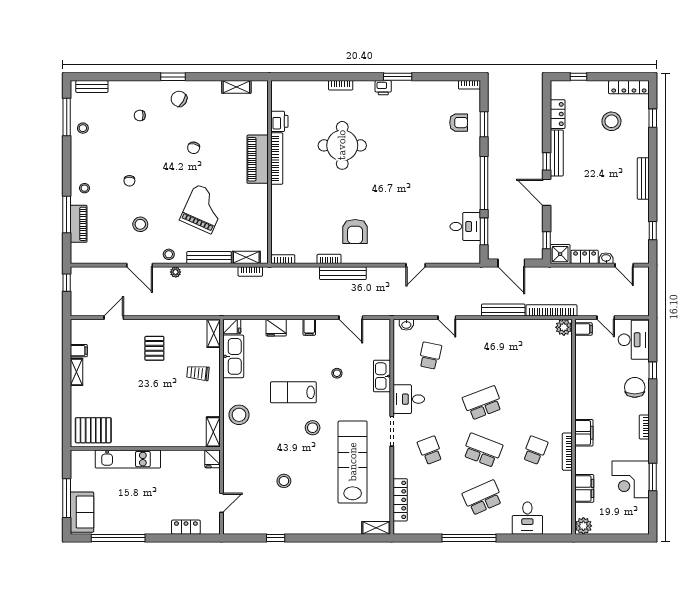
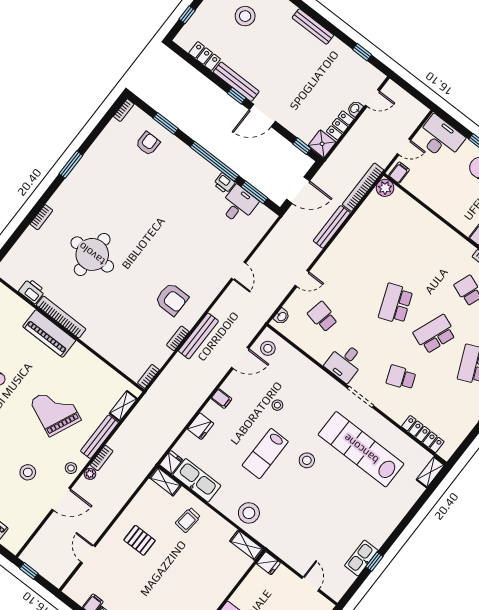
printer: (383, 88) -> (224, 183), moved, turned 90
bookcase: (250, 271) -> (102, 458), moved
kitchen sink: (382, 376) -> (361, 558), moved, turned 90
stool: (284, 481) -> (268, 348), moved

